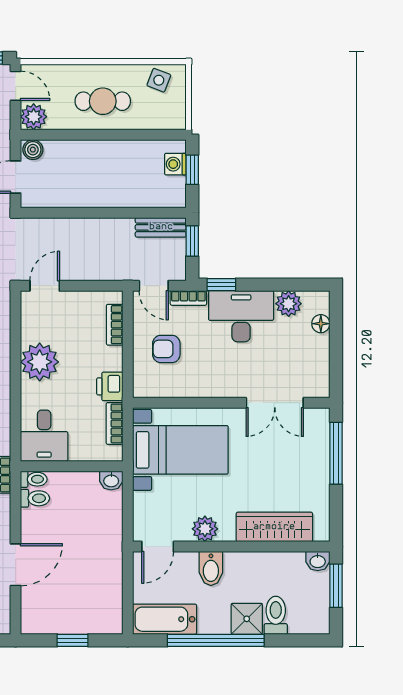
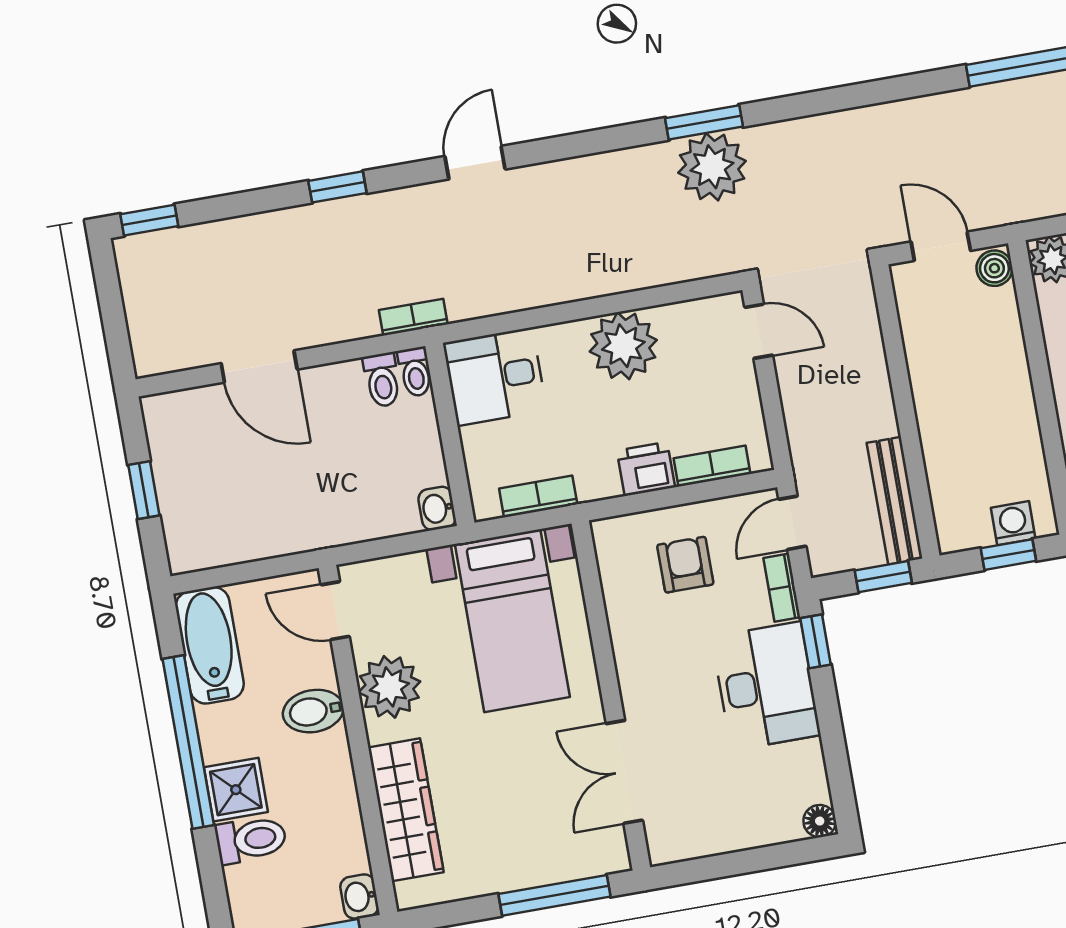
bench: (161, 227) -> (895, 501), width x1.36
plant: (289, 304) -> (803, 765), removed
floor lamp: (321, 324) -> (820, 821), moved
printer: (110, 386) -> (646, 469), moved
plant: (205, 529) -> (389, 687), width x1.36, depth x1.36

